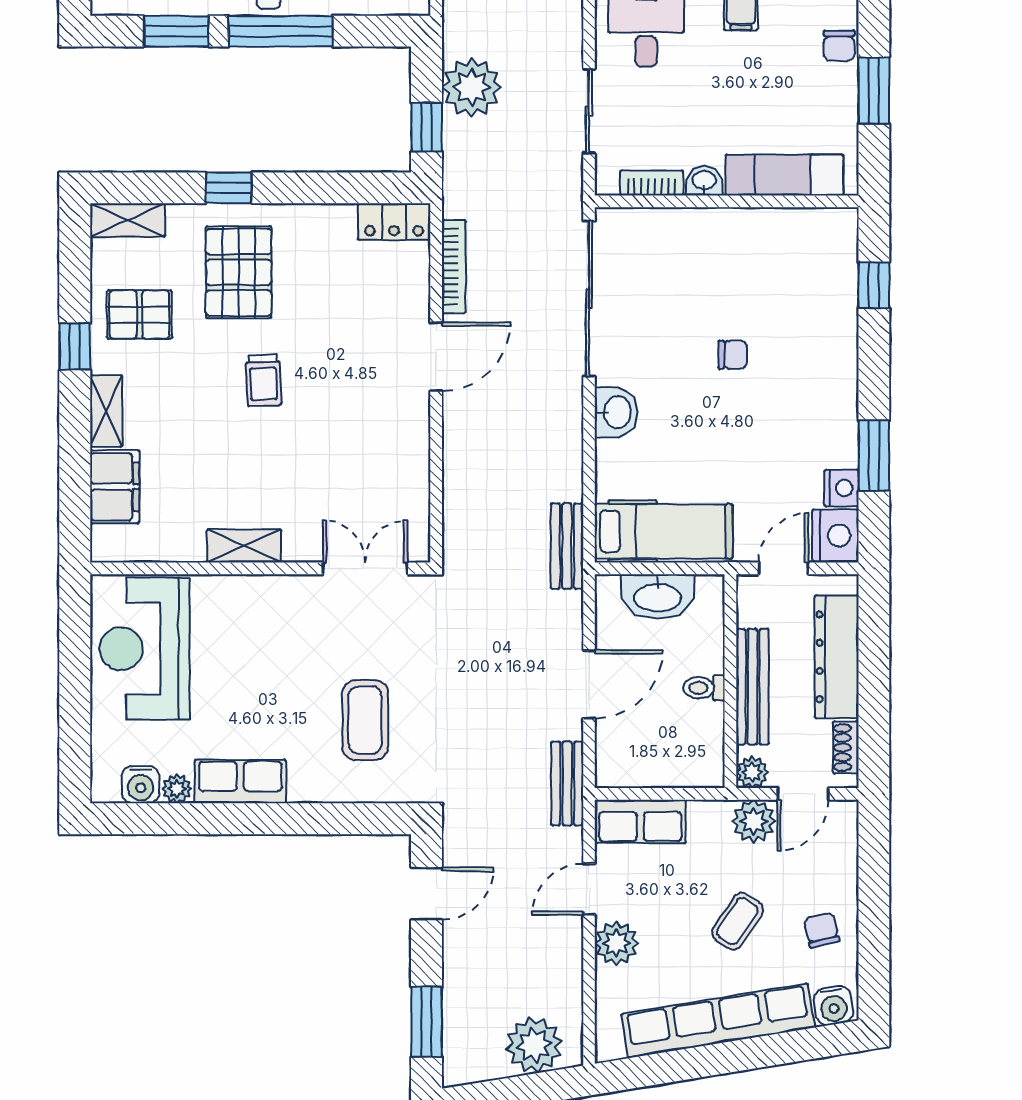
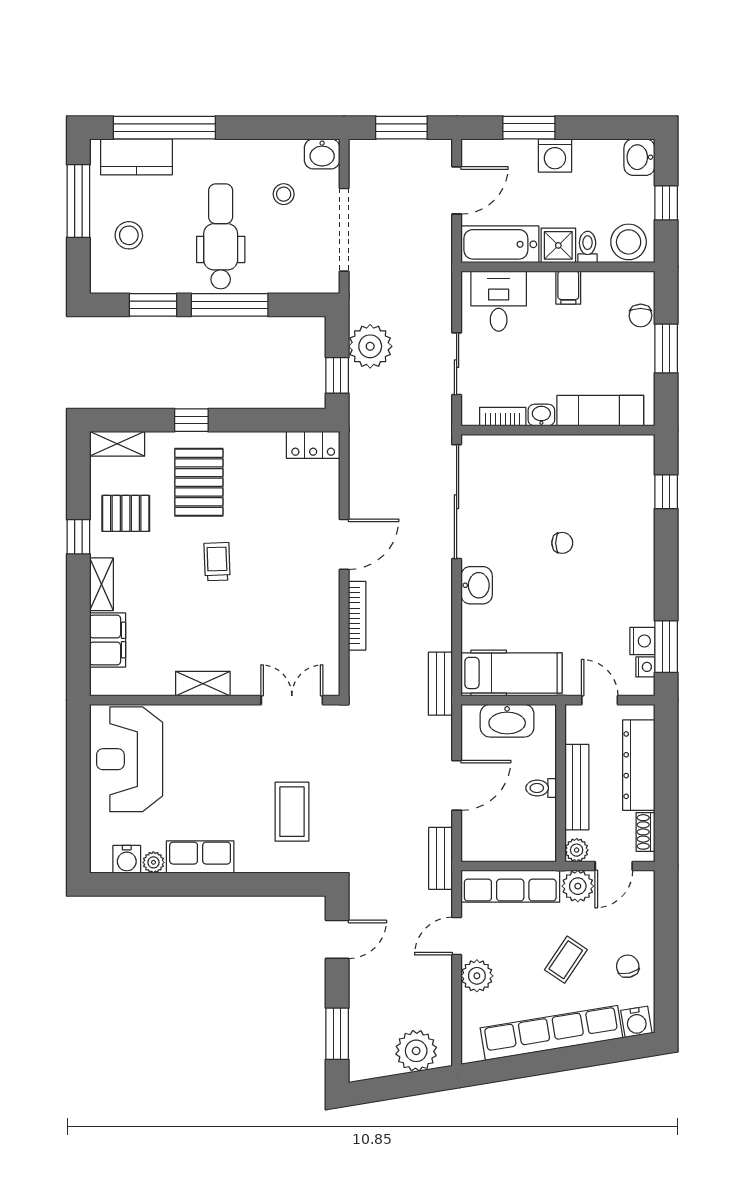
bookcase: (454, 267) -> (357, 616), moved
trolley: (263, 380) -> (217, 562), turned 180
window: (874, 456) -> (666, 647), moved
nightstand: (835, 535) -> (645, 667), width x0.53, depth x0.56
door: (784, 568) -> (600, 700), hinge flipped
row of seats: (640, 821) -> (510, 886), width x1.48

